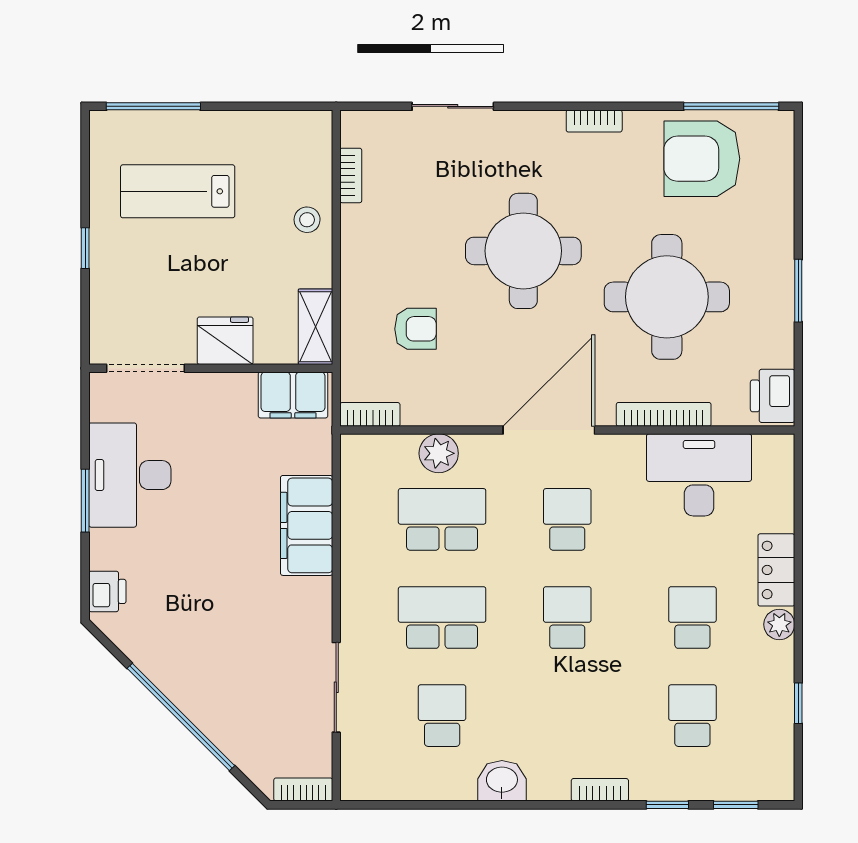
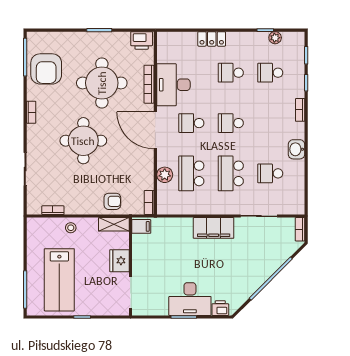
lab bench: (178, 191) -> (59, 280), width x1.36, depth x1.39
armchair: (415, 329) -> (112, 201), moved, turned 90
filing cabinet: (293, 395) -> (141, 226), width x0.50
desk: (130, 475) -> (190, 299), moved
desk: (699, 475) -> (173, 85), moved
filing cabinet: (307, 525) -> (214, 228), moved
plant: (779, 624) -> (275, 38), moved

